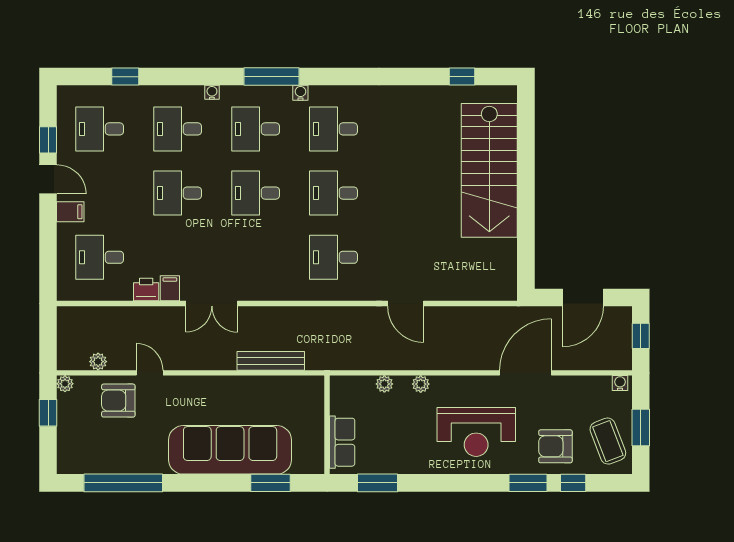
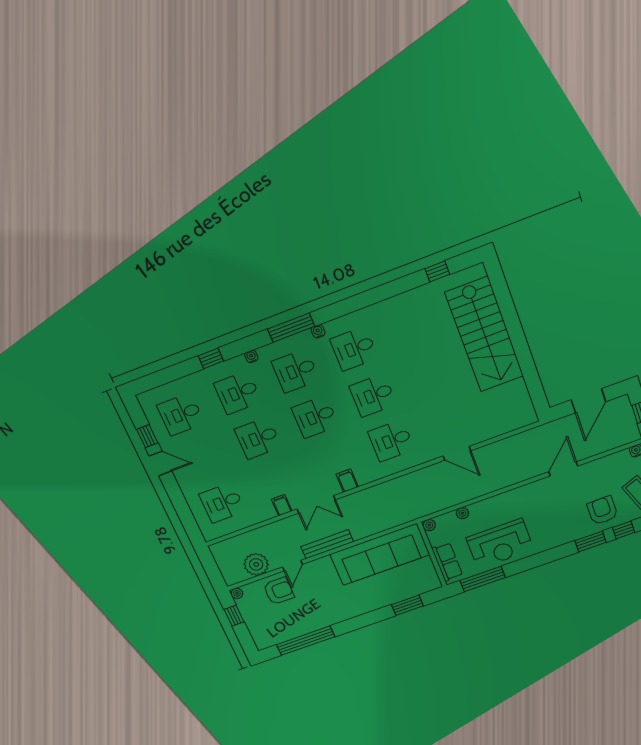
window: (125, 77) -> (211, 358), moved
filing cabinet: (70, 212) -> (347, 481), moved, turned -90
printer: (146, 290) -> (265, 512), removed
bench: (271, 361) -> (327, 544), moved
plant: (98, 362) -> (256, 564), width x1.88, depth x1.88
door: (150, 373) -> (292, 566), swing flipped
door: (526, 373) -> (563, 469), width x0.73
plant: (421, 384) -> (429, 525), moved
armchair: (118, 401) -> (279, 591), turned 180
reception desk: (476, 432) -> (500, 544), moved
armchair: (555, 446) -> (602, 510), turned 89
sofa: (230, 450) -> (380, 555), moved, turned 180
window: (378, 483) -> (483, 579), width x1.44

